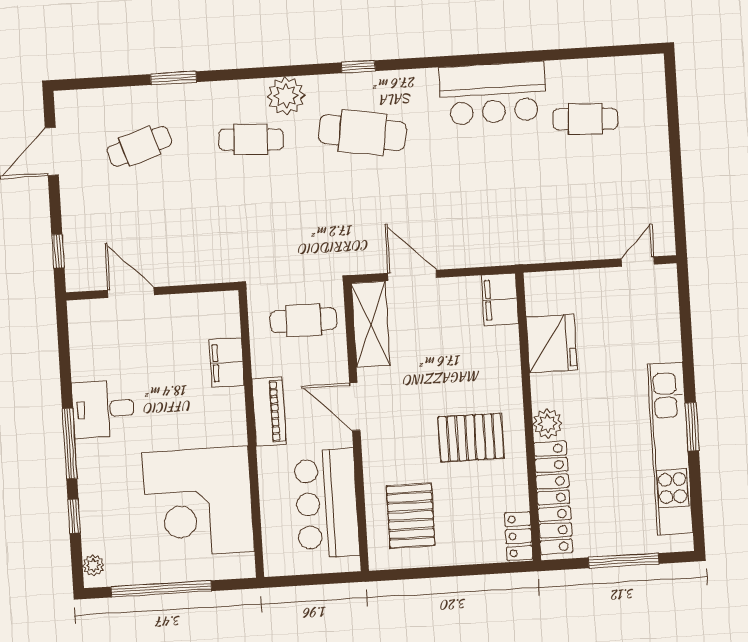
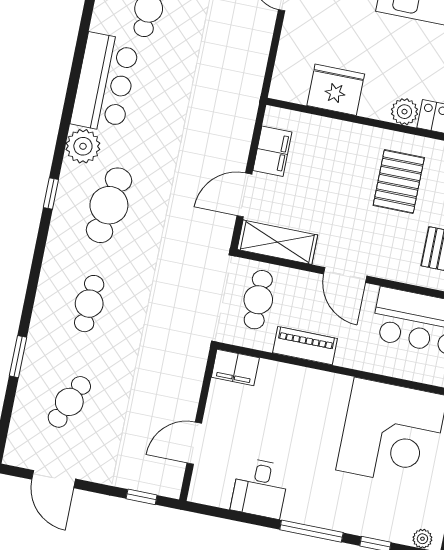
plant: (286, 96) -> (83, 146), moved
cafe table: (139, 146) -> (69, 402), turned 42
filing cabinet: (500, 299) -> (272, 151), moved, turned -90
filing cabinet: (227, 363) -> (235, 368), moved
door: (355, 407) -> (345, 275), hinge flipped
desk: (103, 409) -> (260, 488), moved
piano: (269, 412) -> (305, 346), moved

